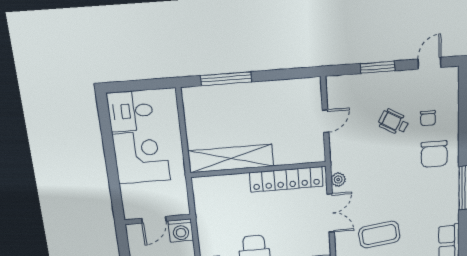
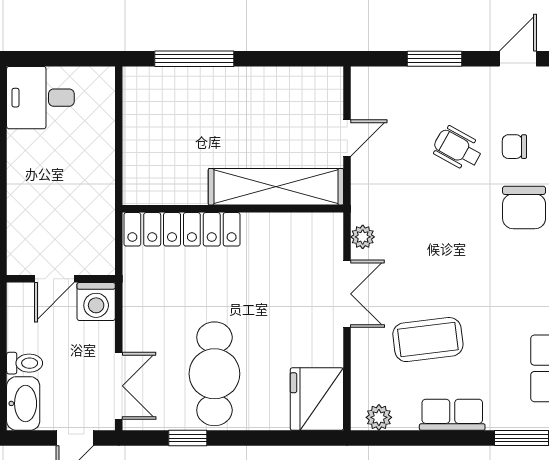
chair: (428, 118) -> (514, 147), turned 90
corner desk: (141, 157) -> (48, 173), removed
shelving: (231, 159) -> (276, 187), moved
locker: (286, 179) -> (182, 229), moved

